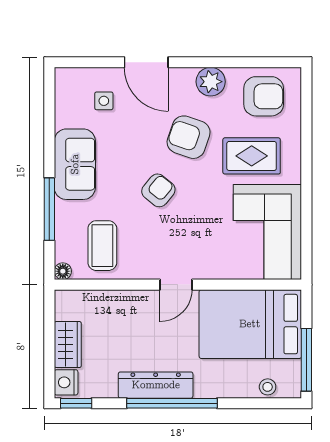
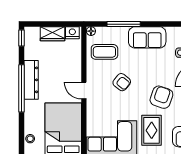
armchair: (158, 190) -> (122, 82), moved
nightstand: (66, 382) -> (72, 33), moved

